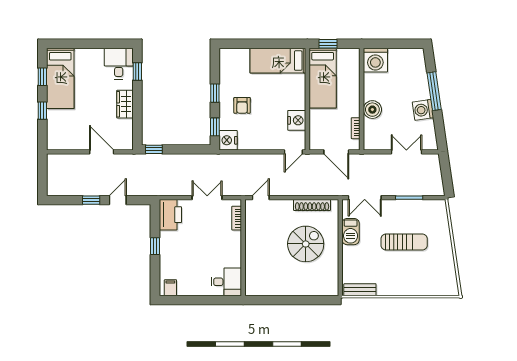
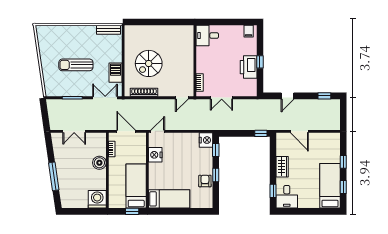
armchair: (242, 105) -> (205, 181), moved
washing machine: (423, 110) -> (62, 163), removed
window: (91, 200) -> (324, 96), moved
printer: (170, 215) -> (249, 67), moved

